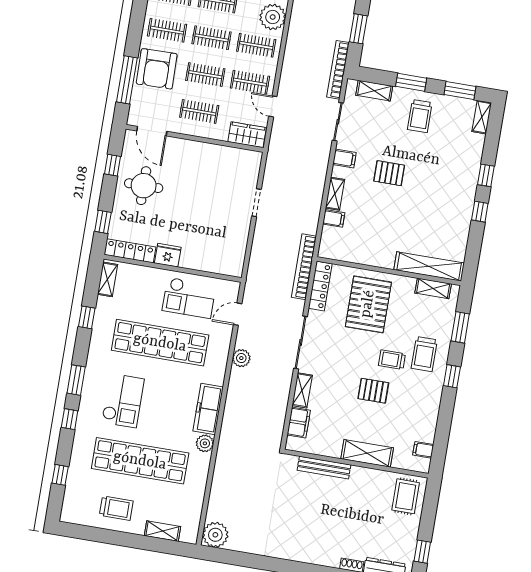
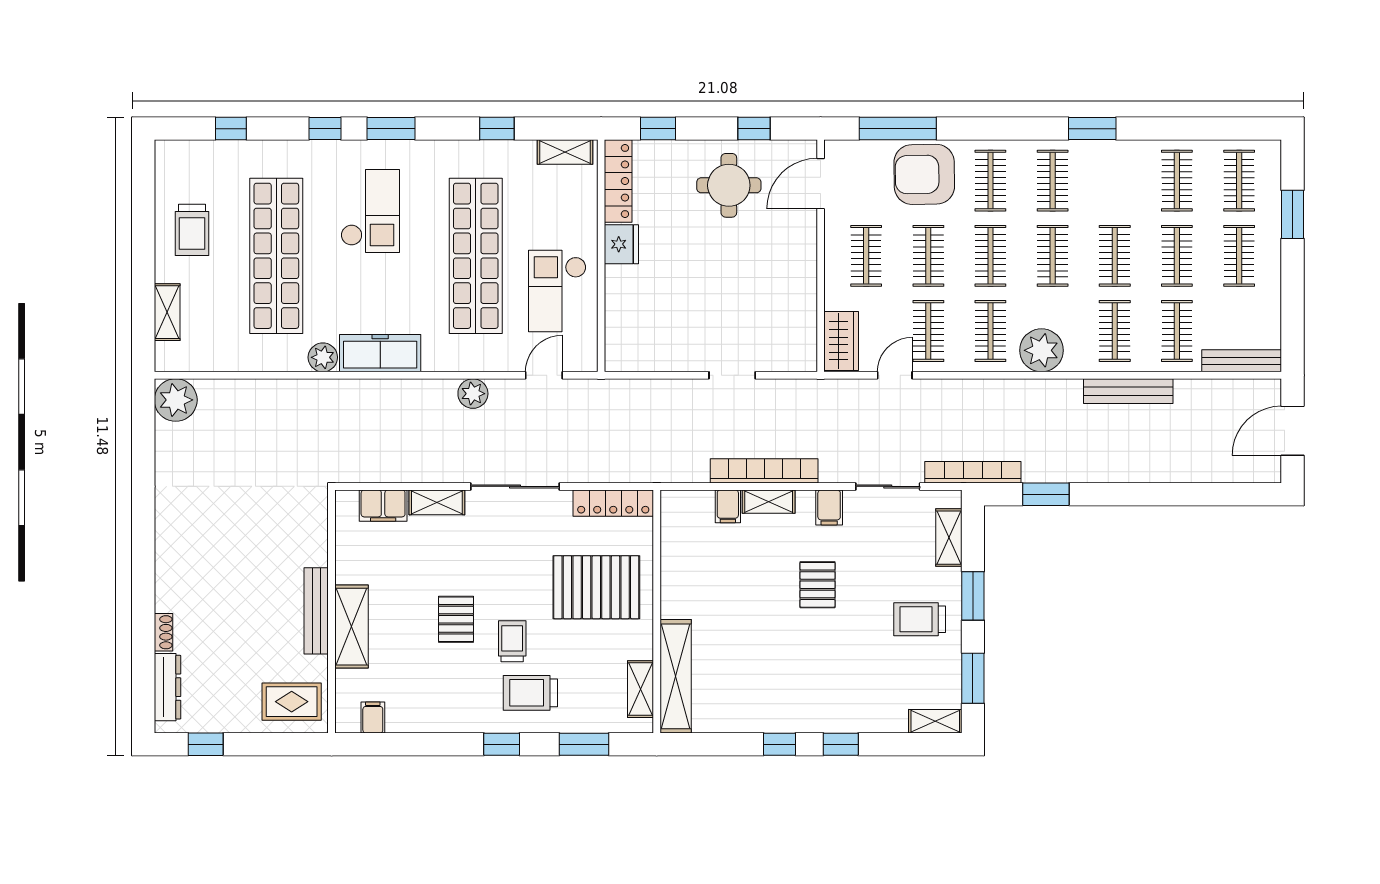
bookcase: (304, 267) -> (764, 471), moved
door: (238, 314) -> (544, 375), hinge flipped
checkout: (123, 401) -> (370, 211), turned -90
bench: (324, 468) -> (316, 611), moved

